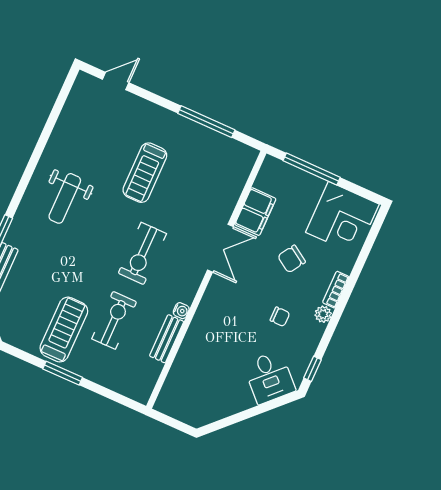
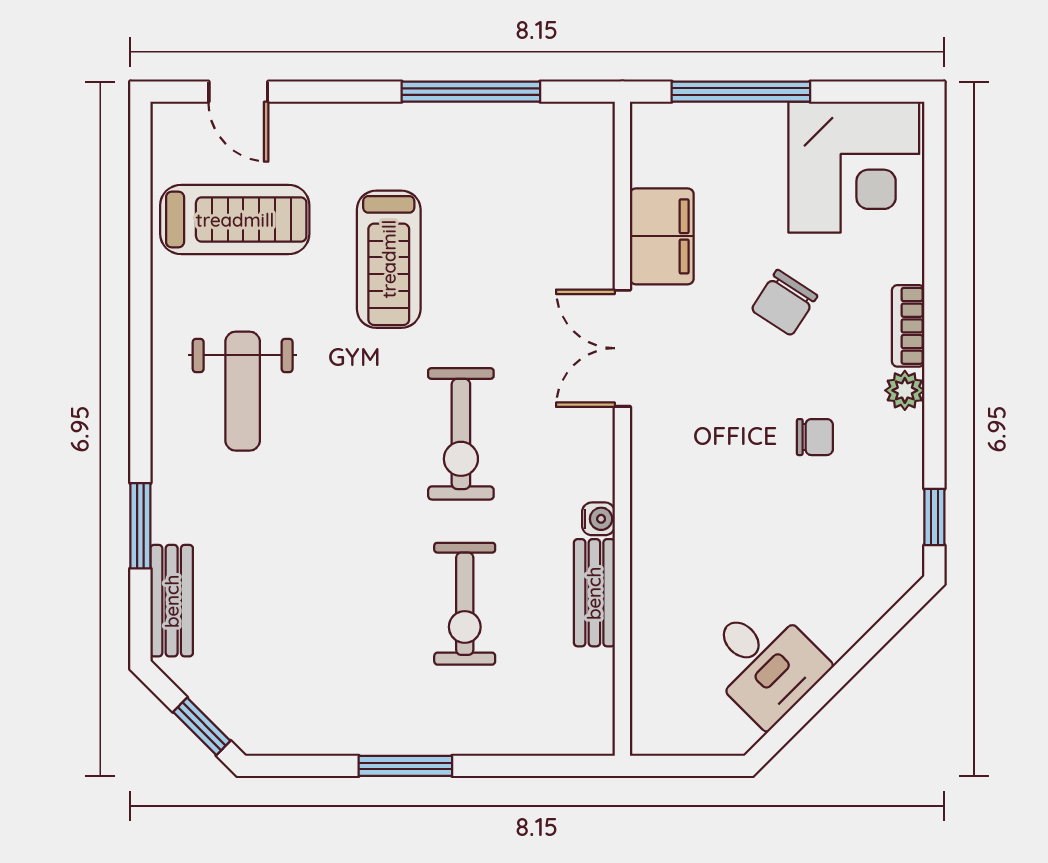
door: (116, 81) -> (238, 92), swing flipped
double door: (220, 248) -> (622, 348), swing flipped
exercise bike: (114, 320) -> (465, 604), turned 180
treadmill: (64, 330) -> (235, 220), moved, turned 90
desk: (269, 377) -> (764, 663), moved

